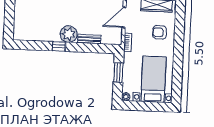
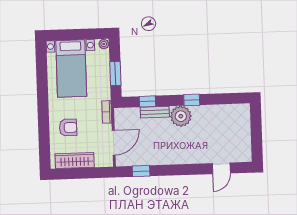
window: (94, 48) -> (147, 101), added

